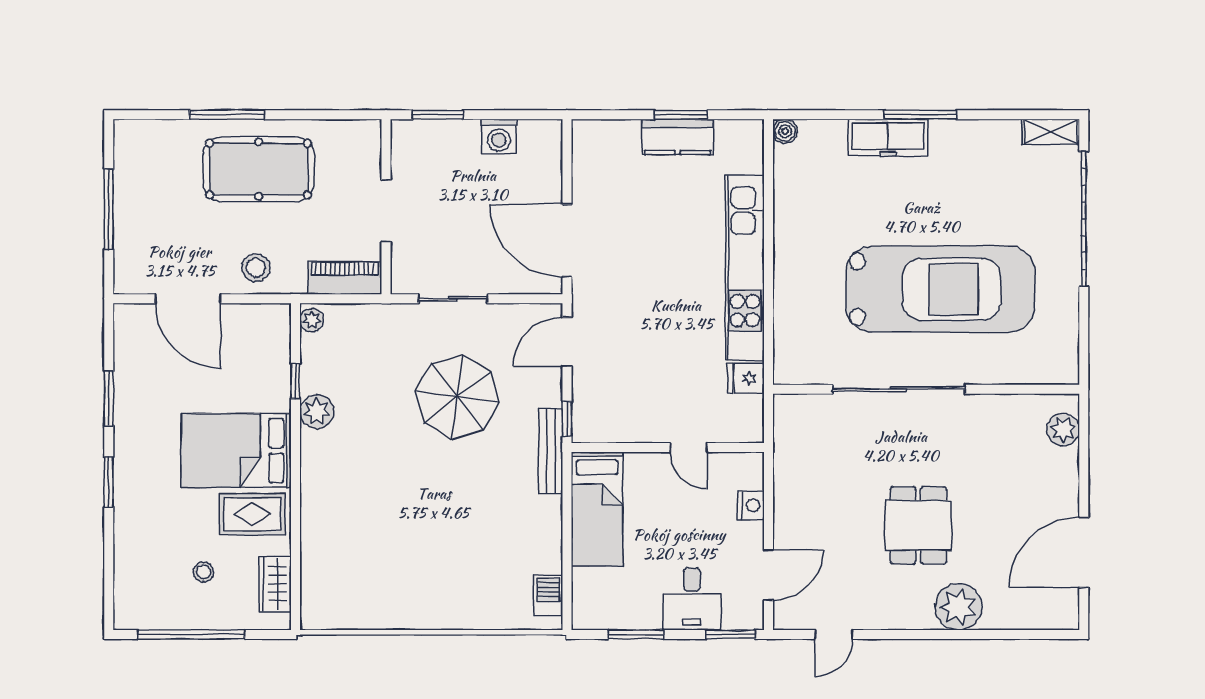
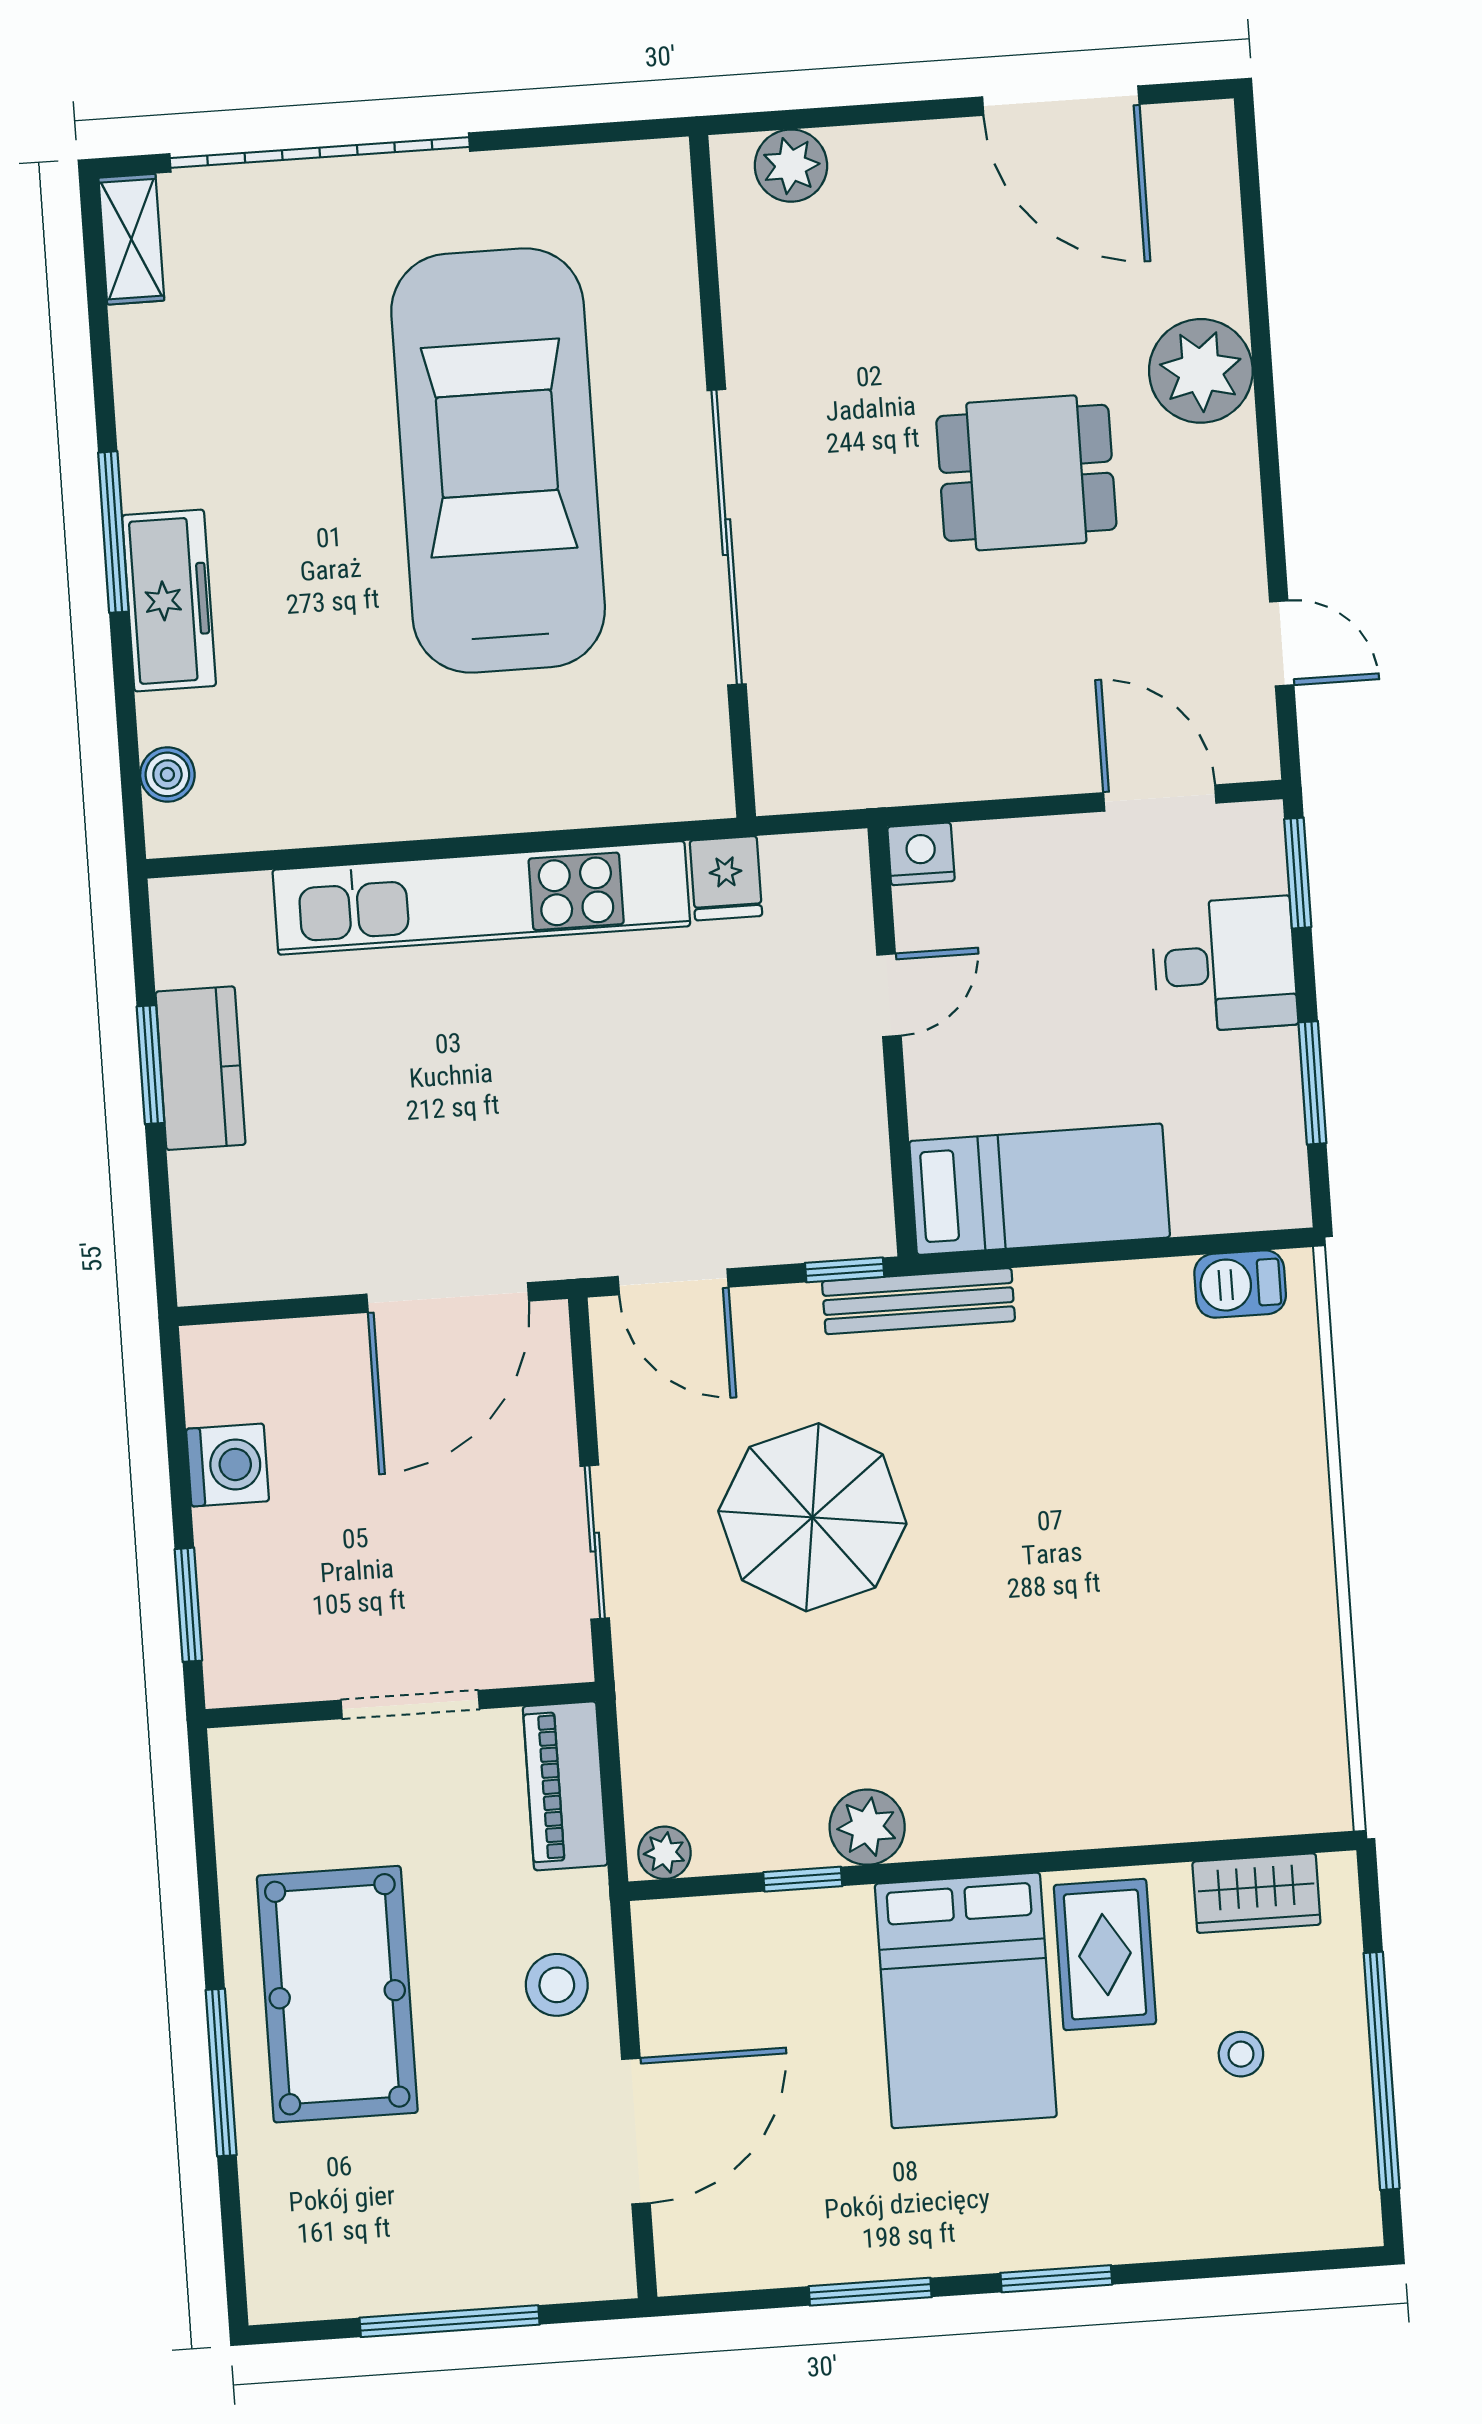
boiler: (785, 131) -> (167, 774), moved
nightstand: (751, 505) -> (921, 854), moved

